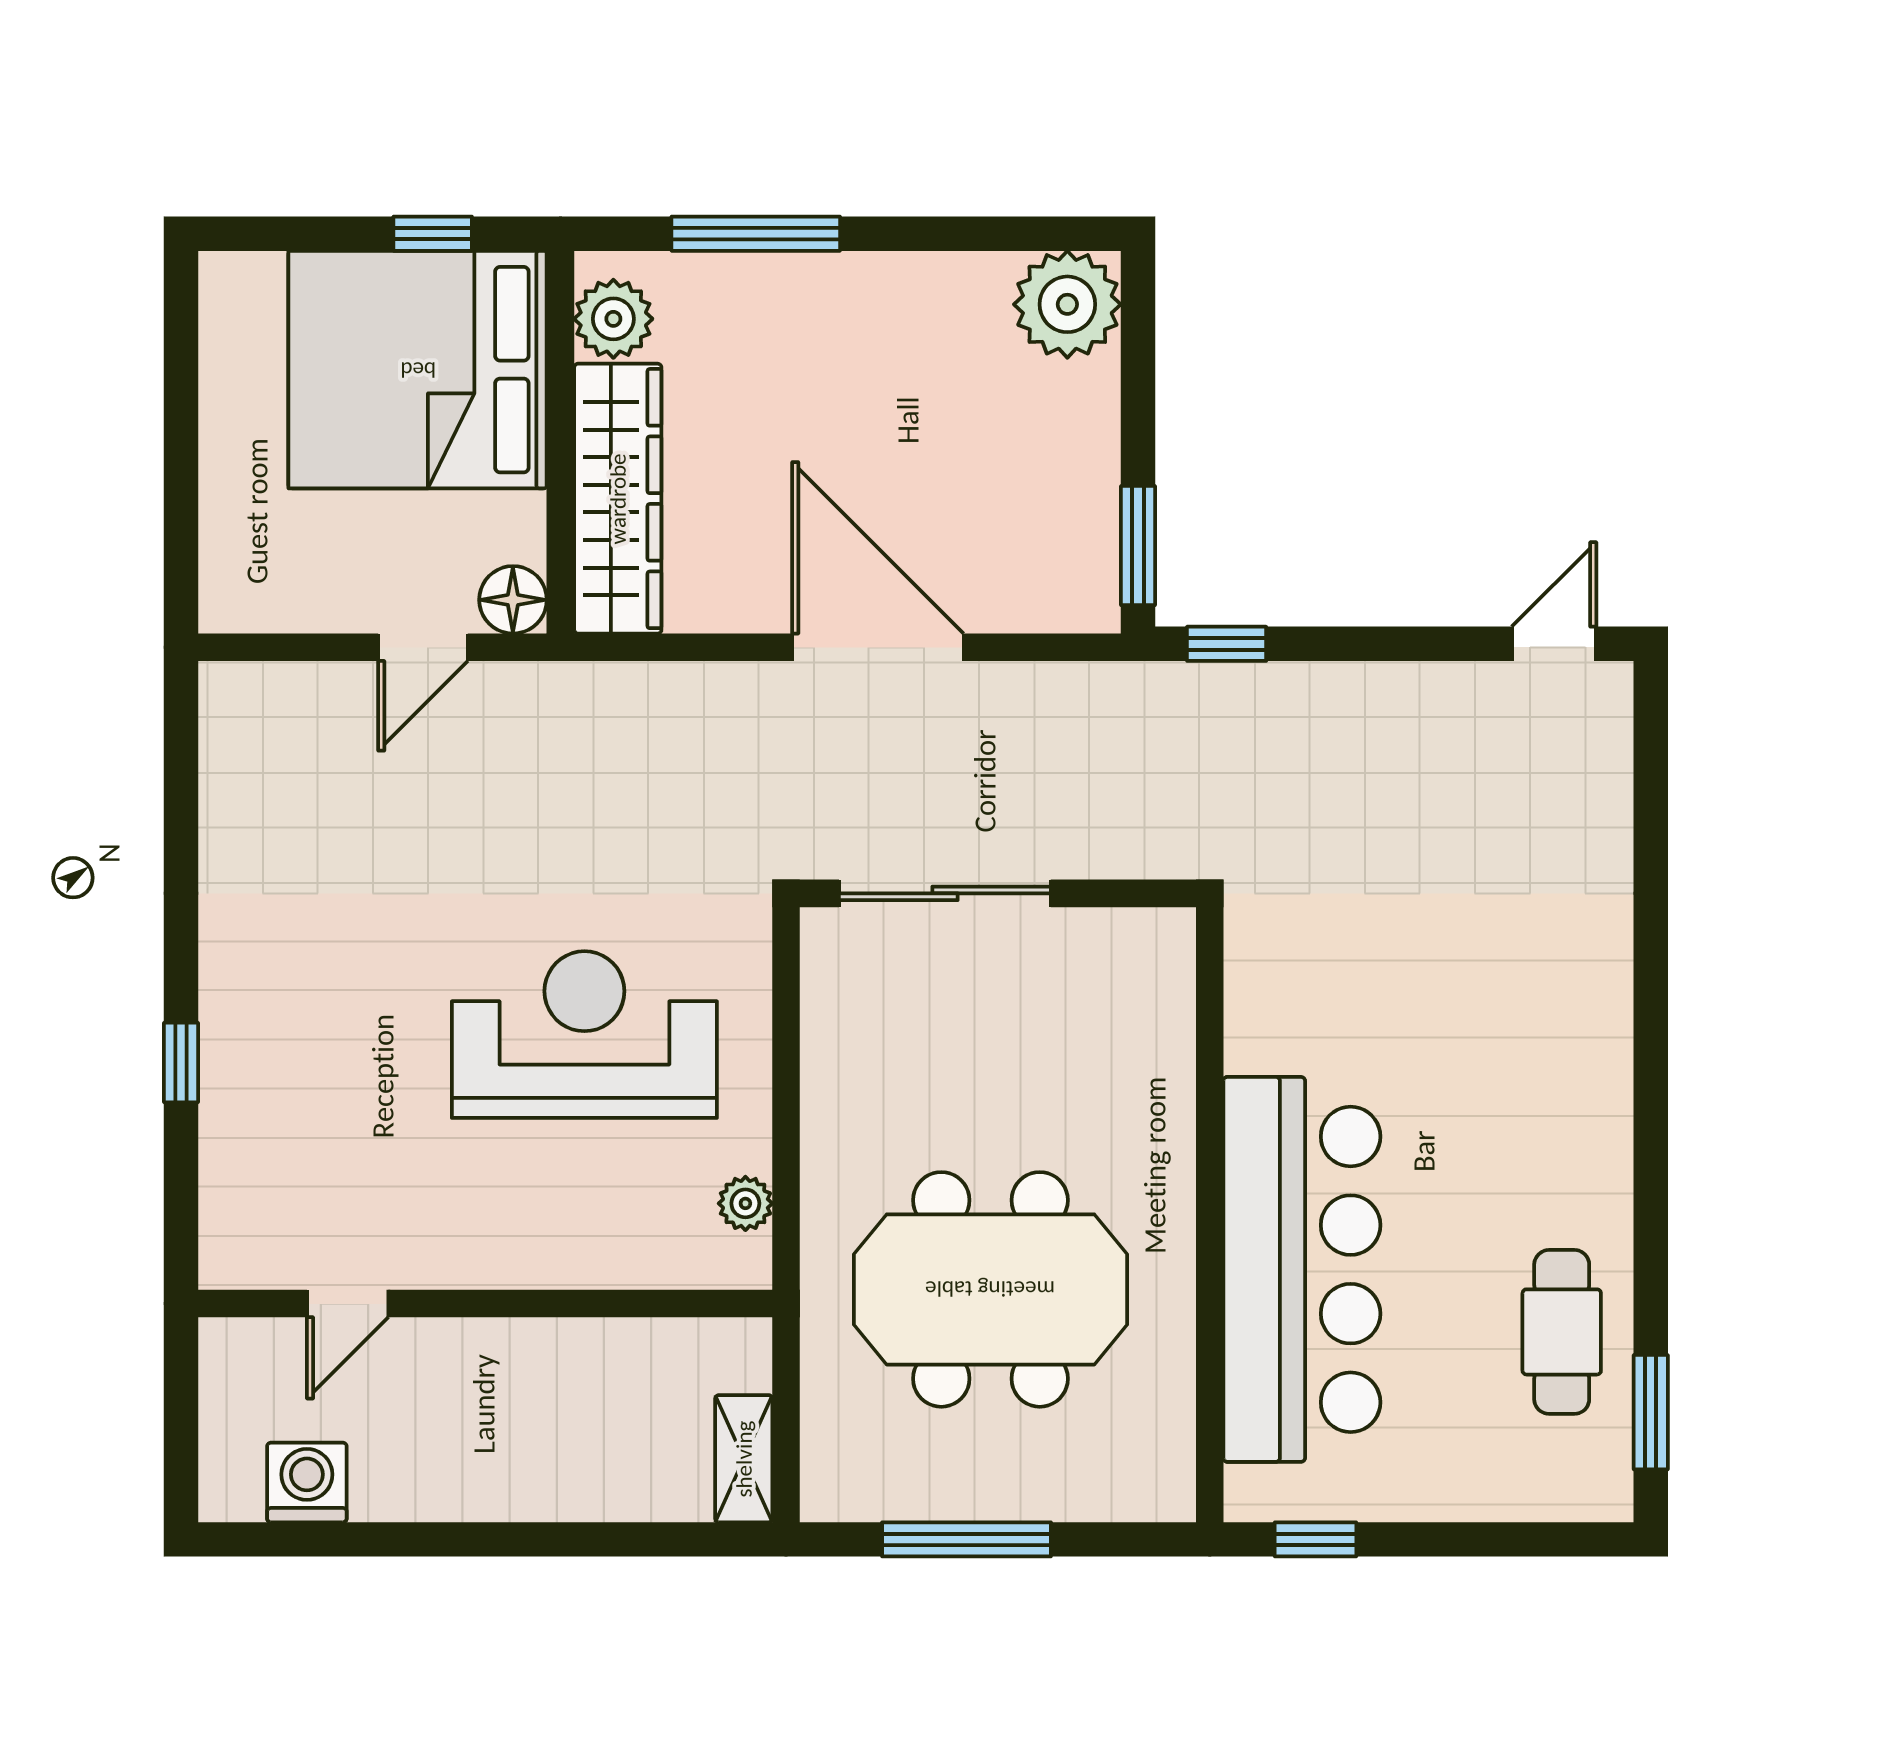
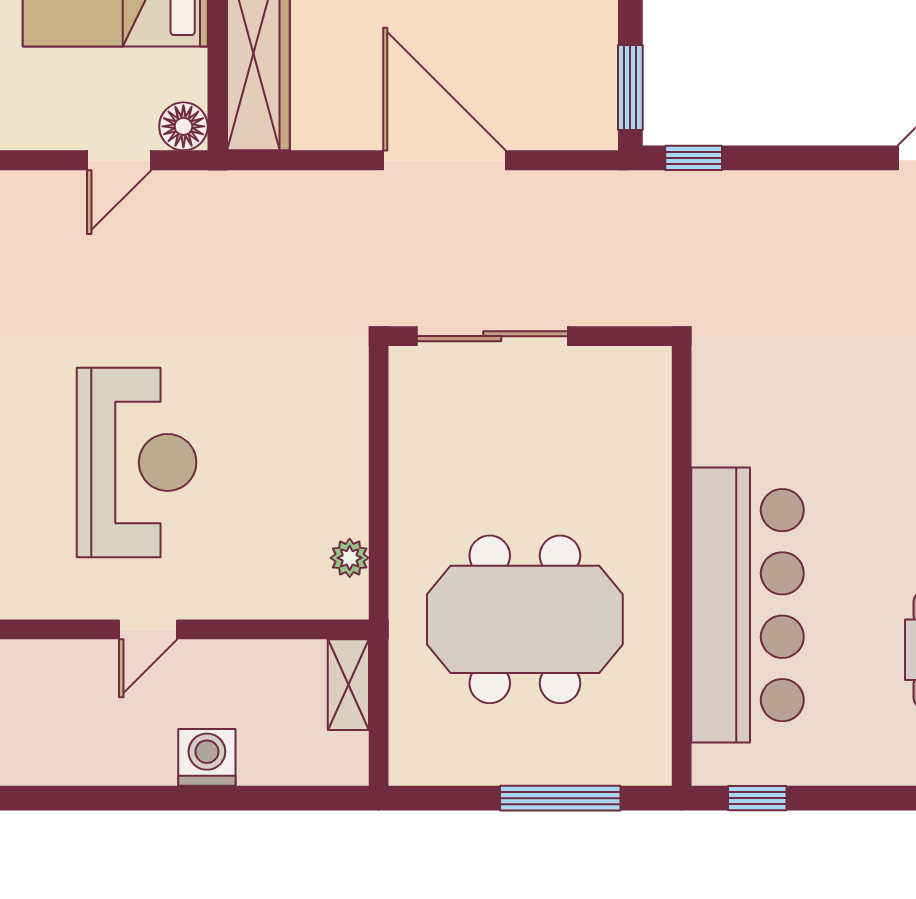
reception desk: (584, 1035) -> (137, 462), moved, turned 90
door: (348, 1304) -> (148, 629), moved
shelving: (744, 1459) -> (348, 685), moved
washing machine: (307, 1482) -> (207, 757), moved
window: (967, 1539) -> (560, 798), moved

